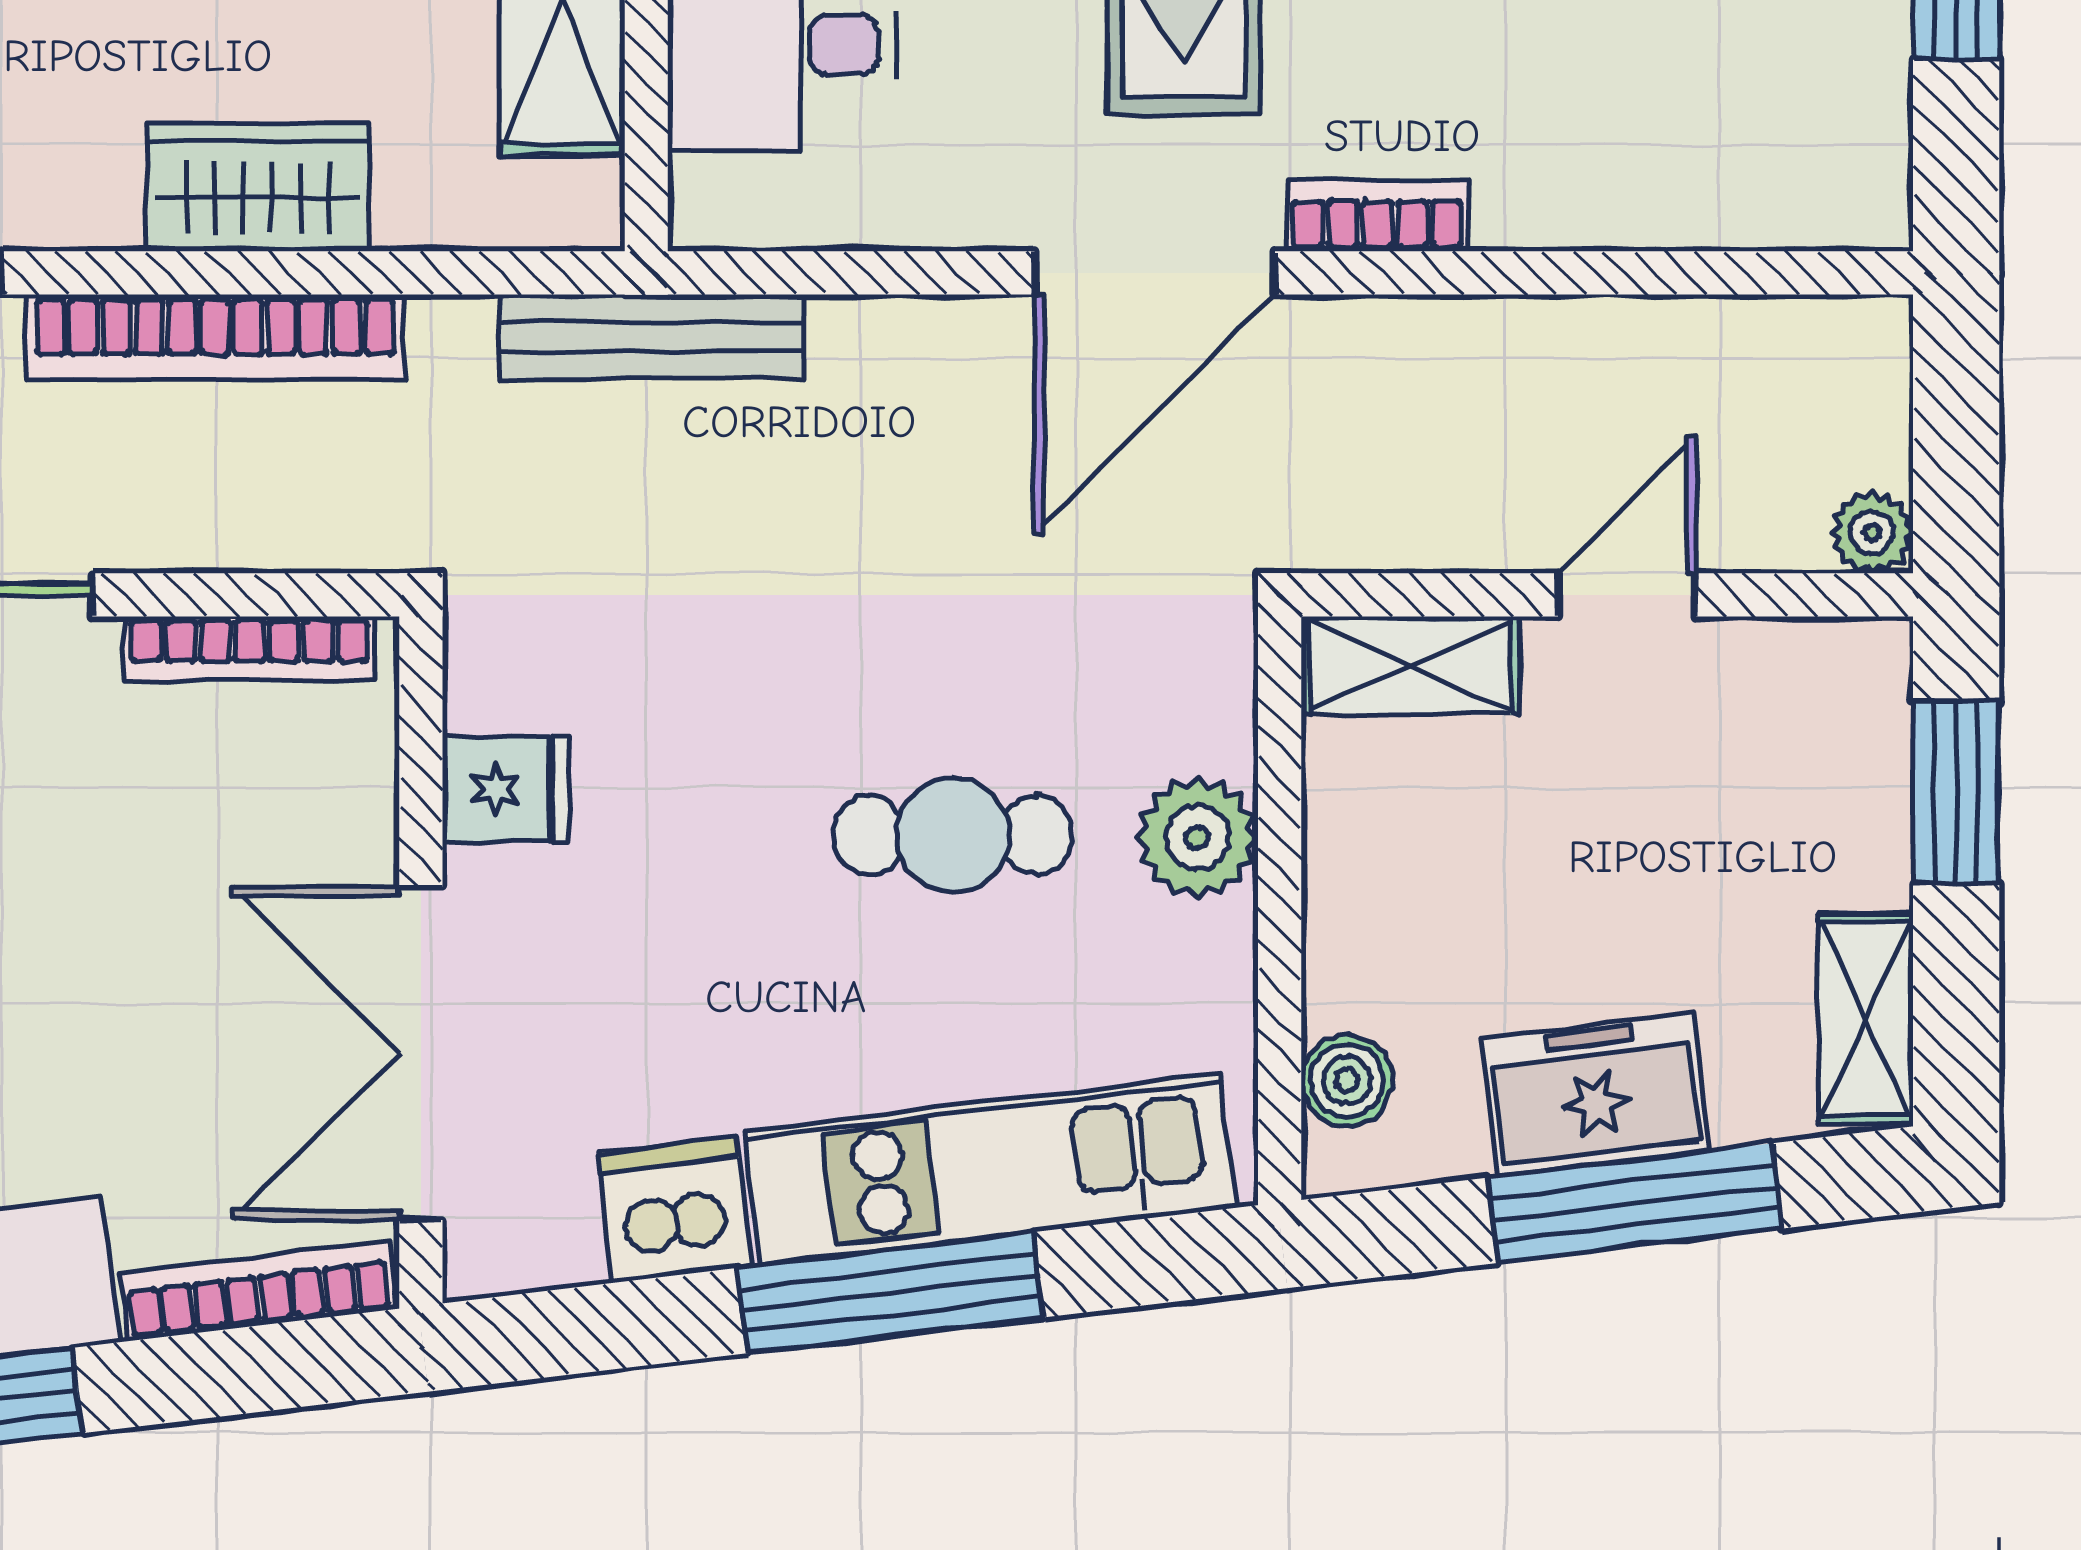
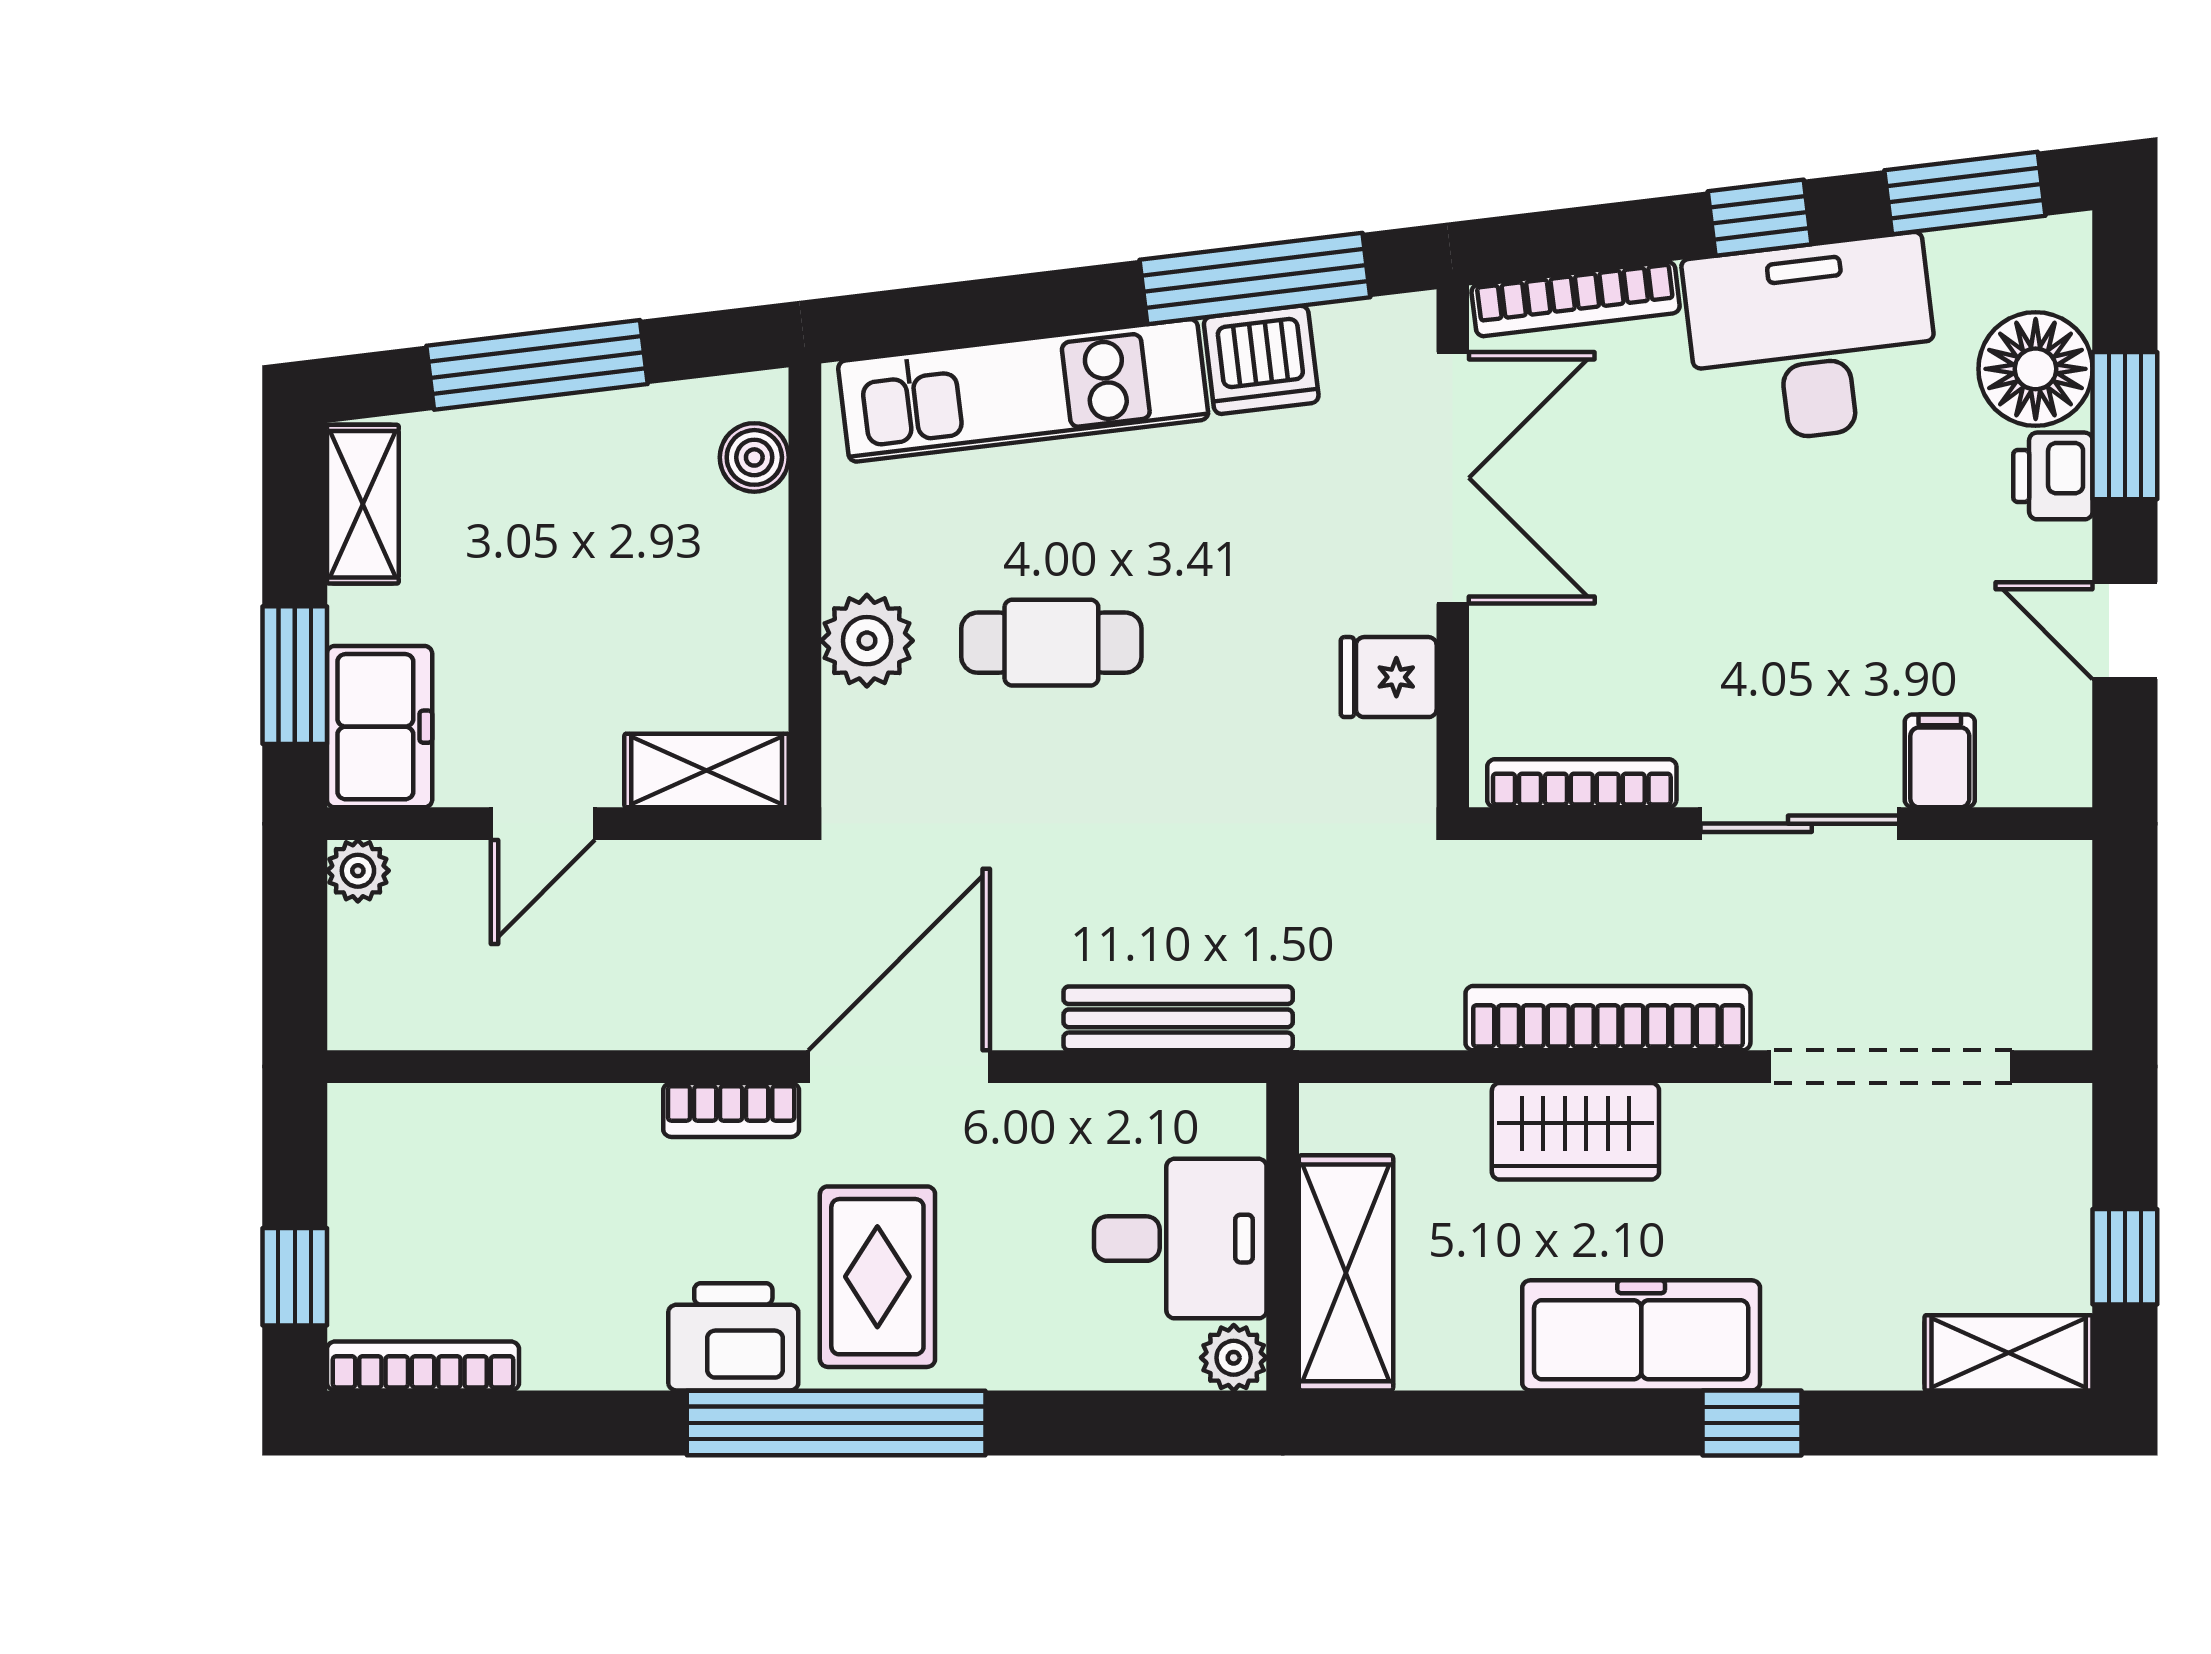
bench: (651, 337) -> (1178, 1018), moved
freezer: (1595, 1094) -> (380, 727), moved, turned -83
window: (891, 1293) -> (1255, 278), moved

